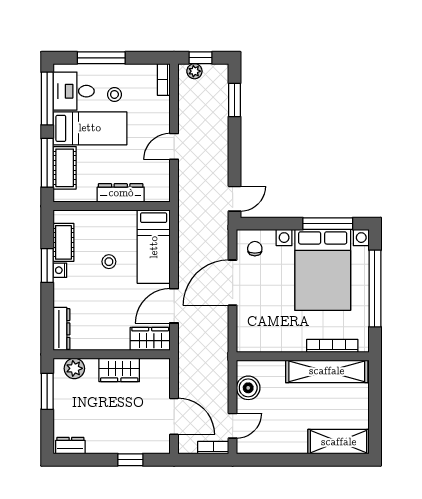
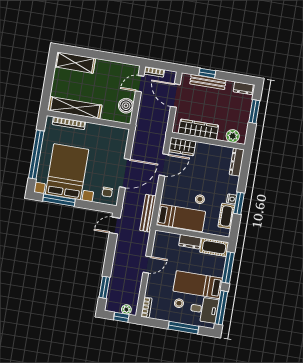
cot: (65, 168) -> (214, 247), moved, turned 90
dresser: (121, 193) -> (190, 242), width x0.70
bench: (186, 226) -> (148, 213), added
bed: (154, 247) -> (181, 218), moved, turned 90
wardrobe: (119, 370) -> (198, 129), width x1.50
window: (47, 391) -> (254, 112), moved
bench: (127, 446) -> (208, 82), added

